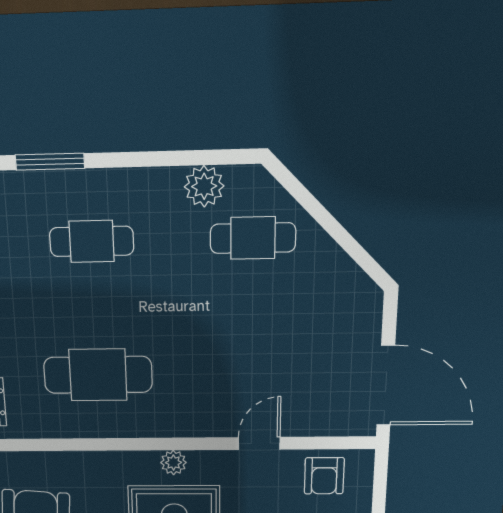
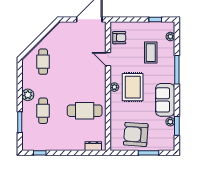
plant: (204, 186) -> (28, 95), moved
cafe table: (98, 375) -> (85, 111), turned 90

